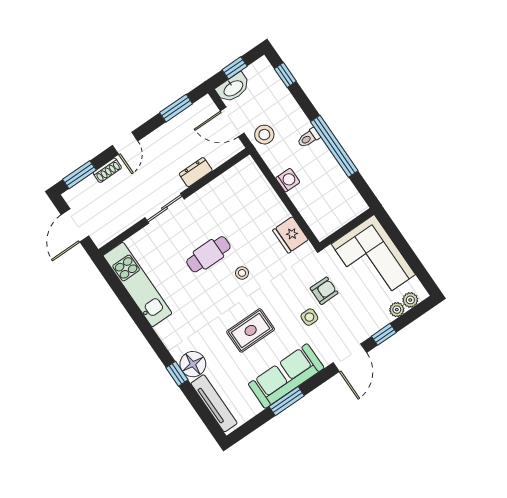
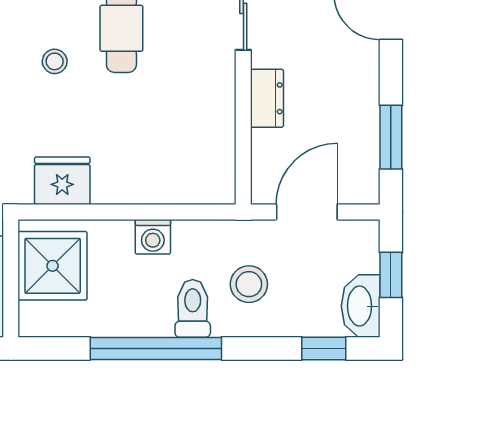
washbasin: (233, 88) -> (361, 306), moved
stool: (264, 135) -> (249, 284), moved
toilet: (309, 138) -> (193, 308), width x1.37, depth x1.39
shower: (329, 214) -> (53, 266), added

